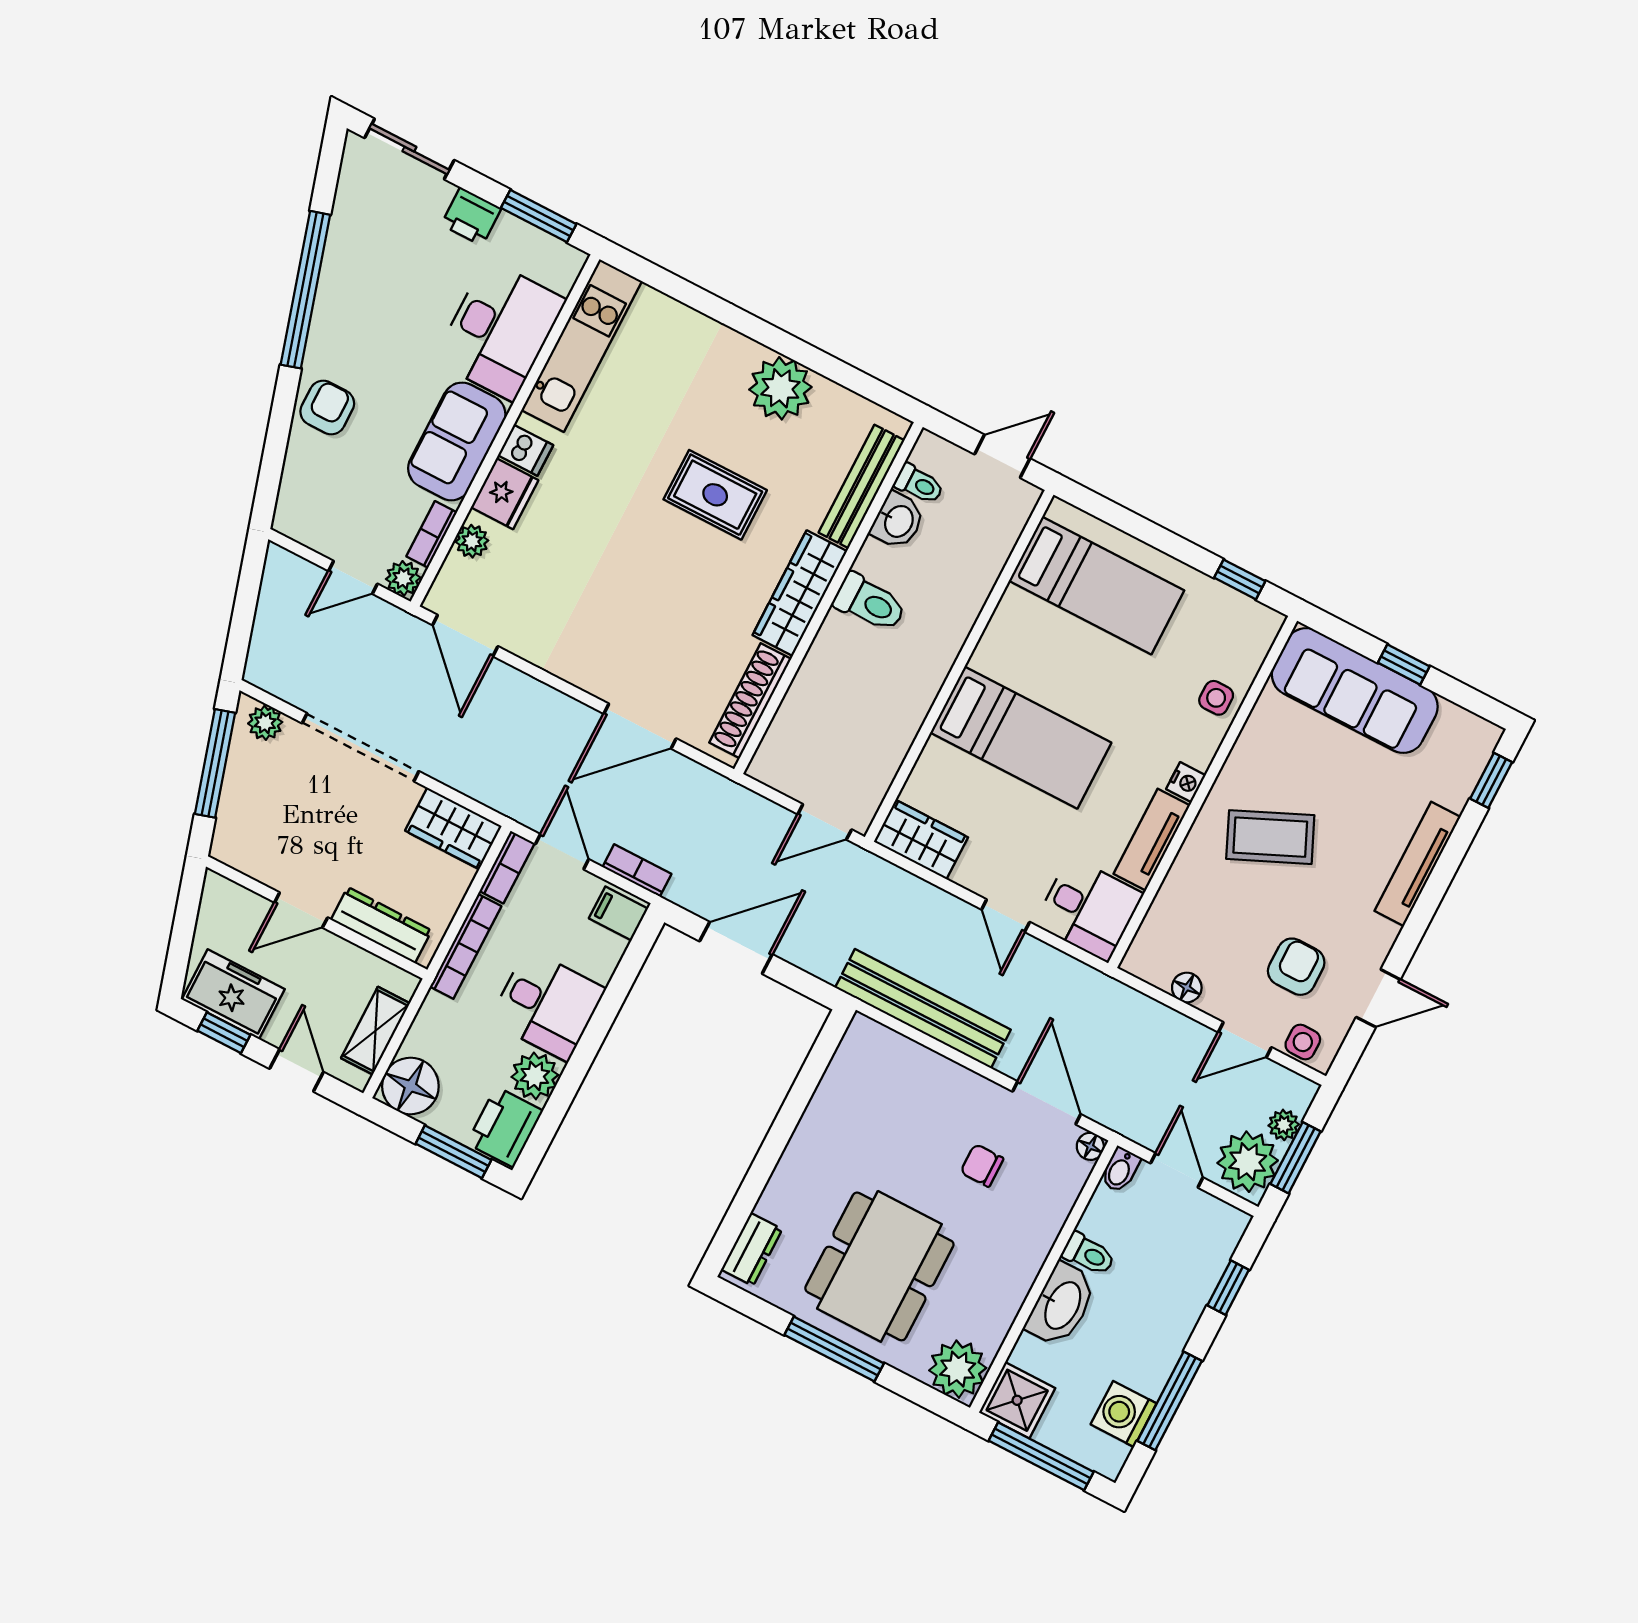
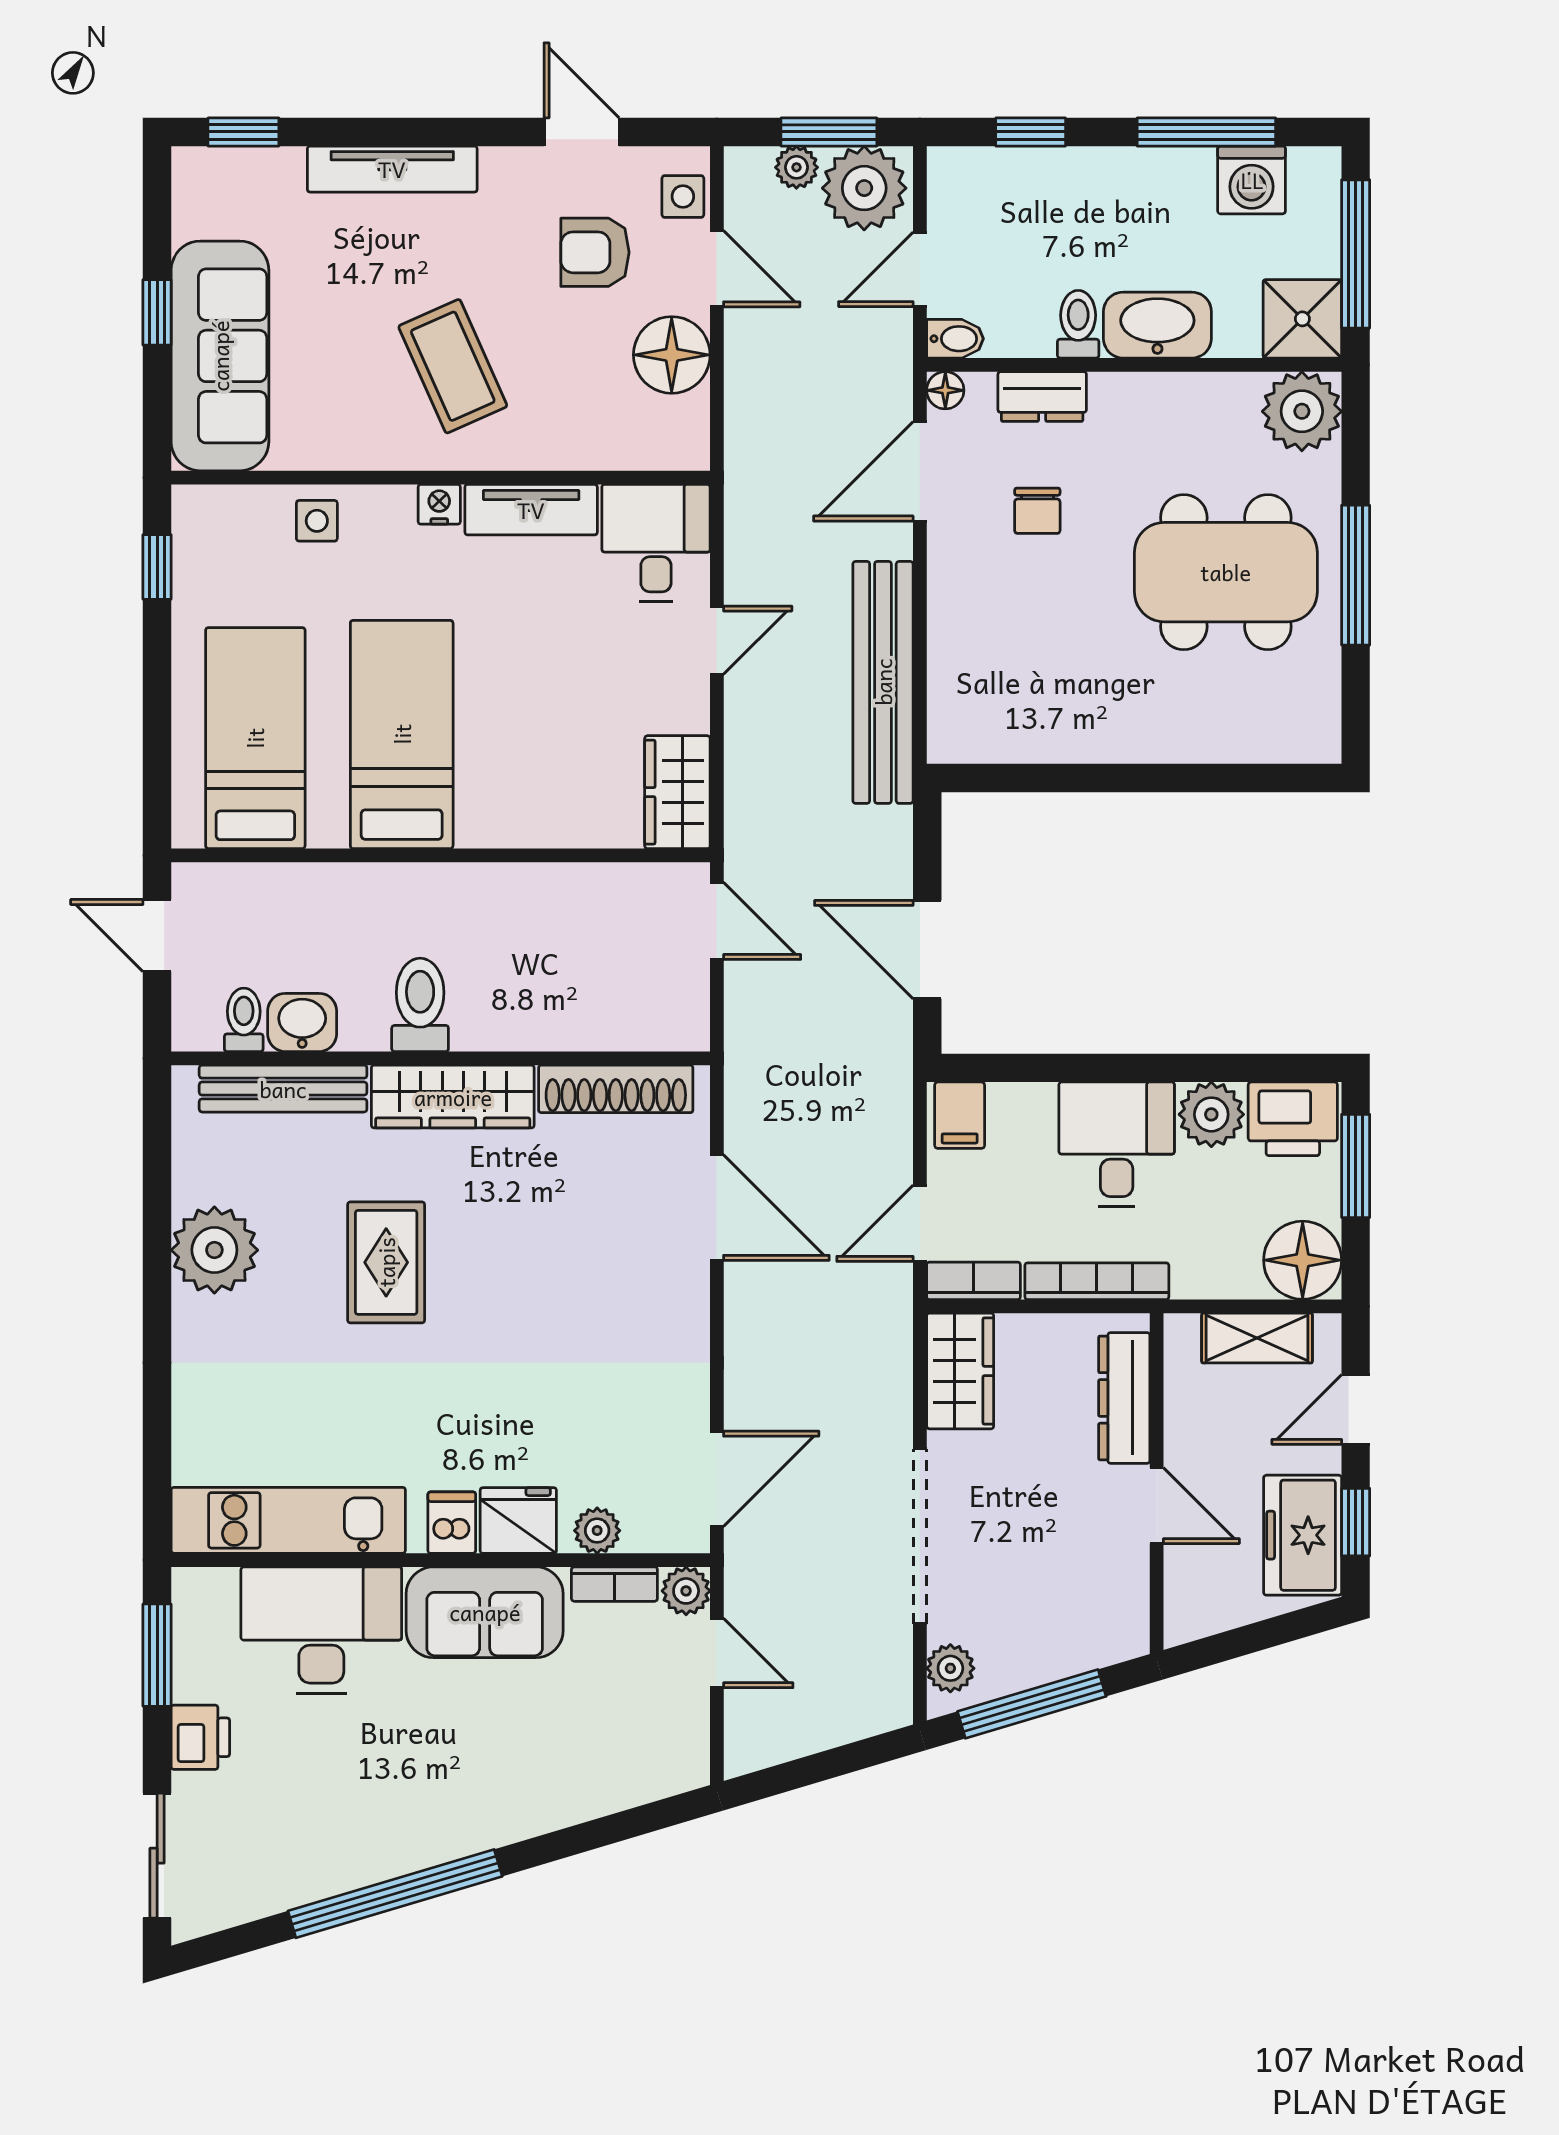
armchair: (327, 408) -> (525, 1792), removed
bed: (1021, 738) -> (402, 734), moved
bookcase: (637, 870) -> (895, 1120), removed
floor lamp: (1187, 987) -> (672, 355), width x1.89, depth x1.89
dresser: (752, 1249) -> (1042, 396), moved, turned 180

